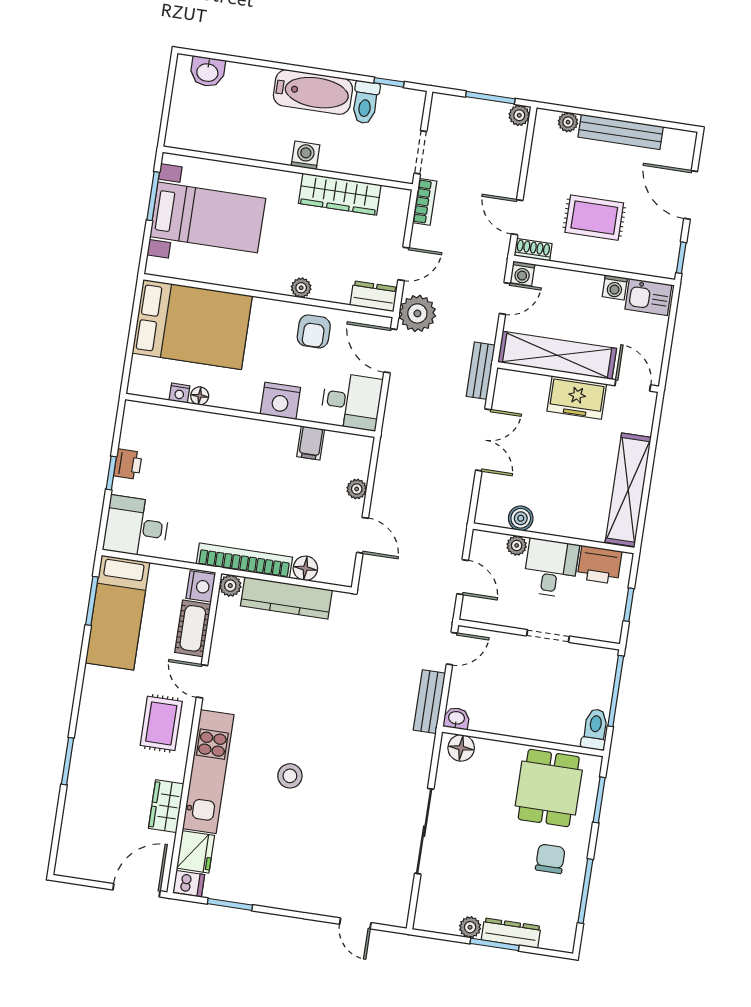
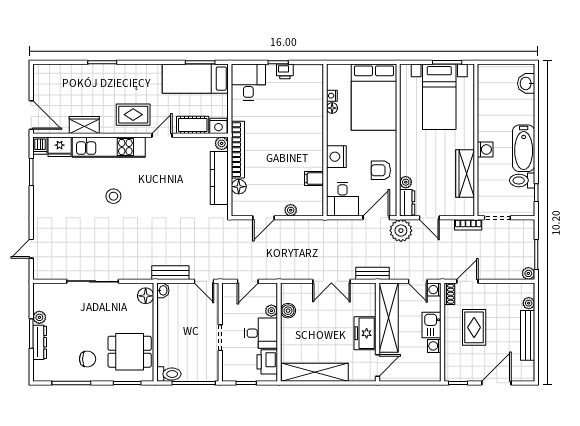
plant: (301, 288) -> (406, 182), moved
kitchen sink: (648, 297) -> (432, 325), moved

